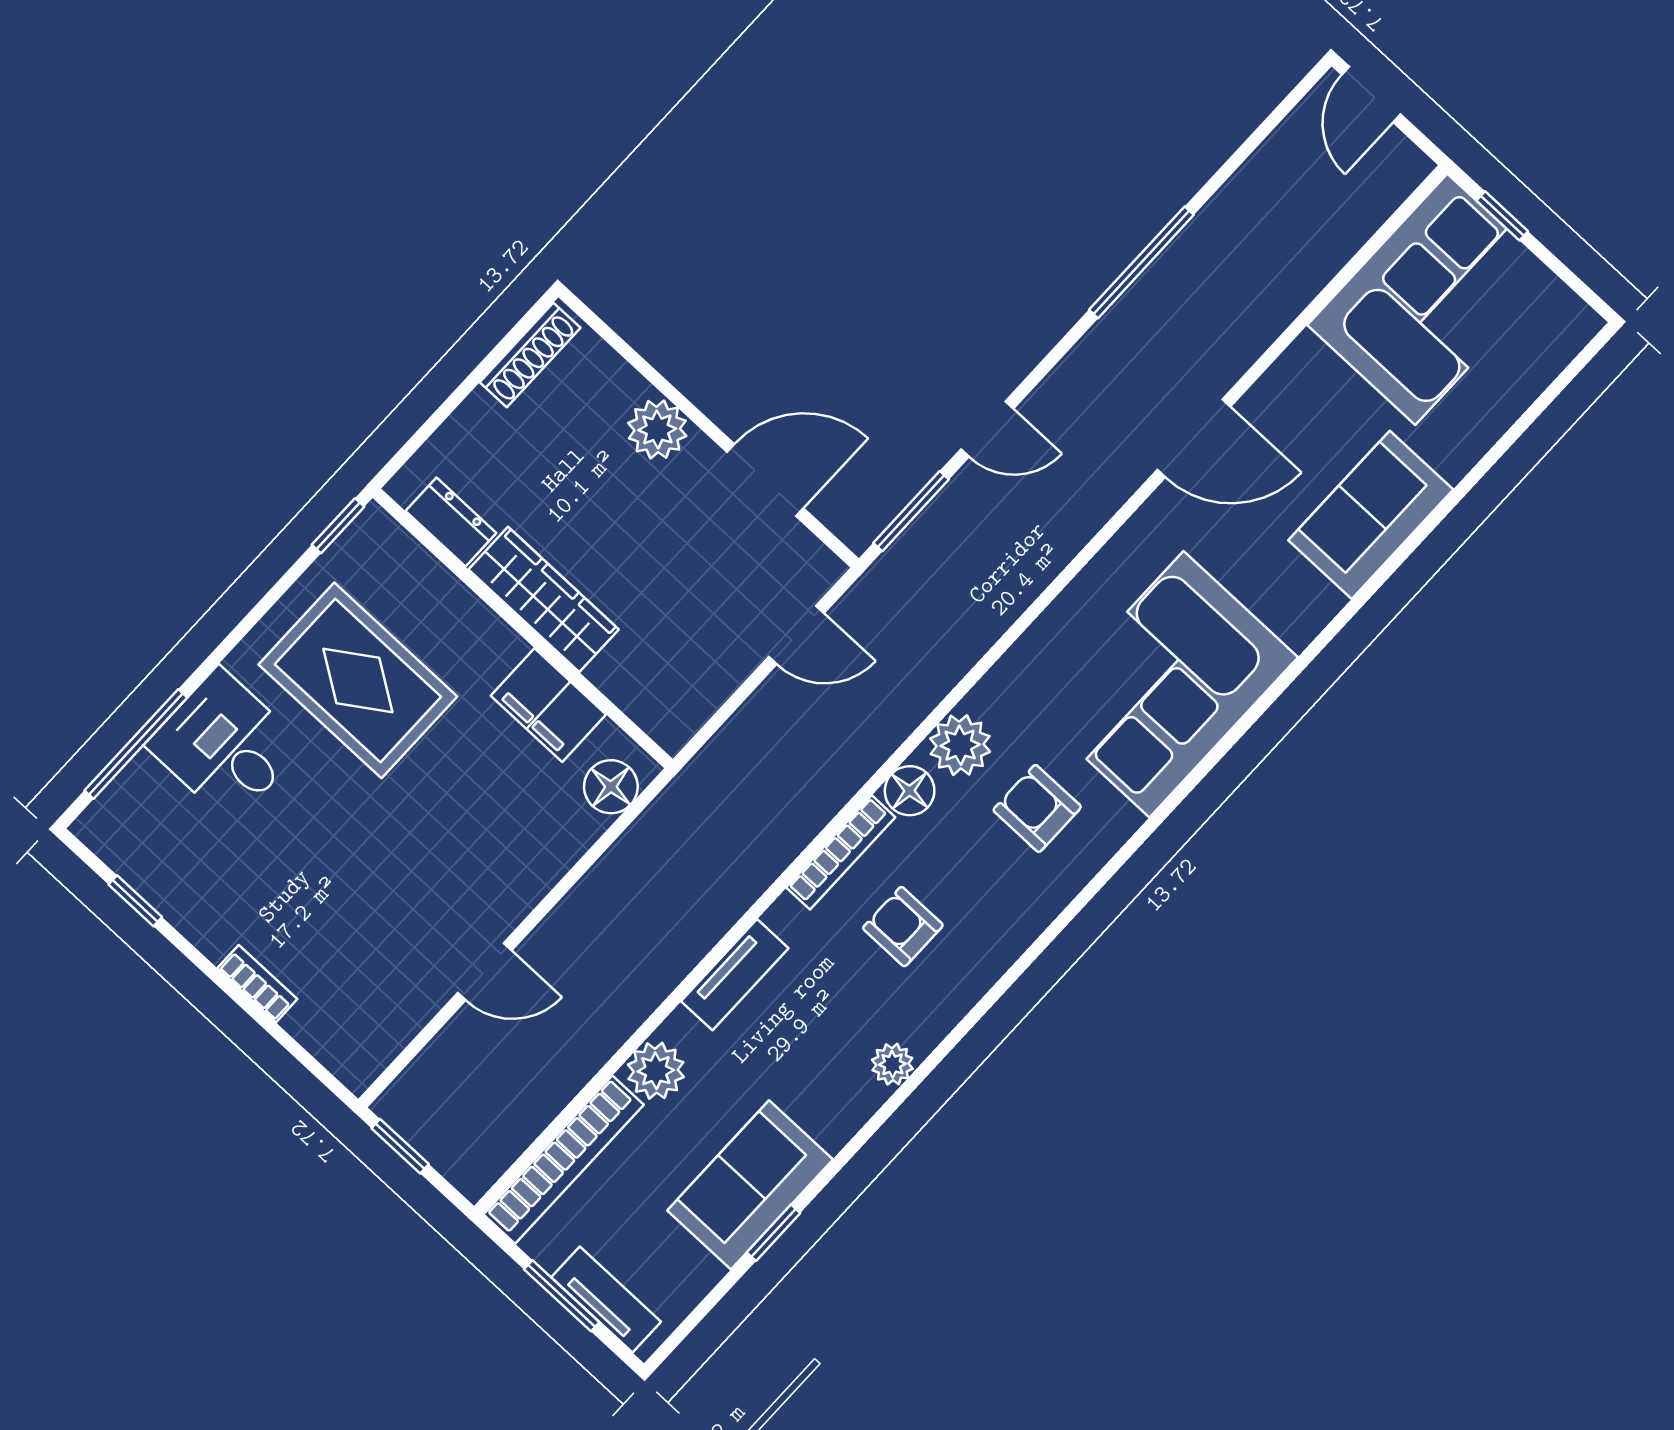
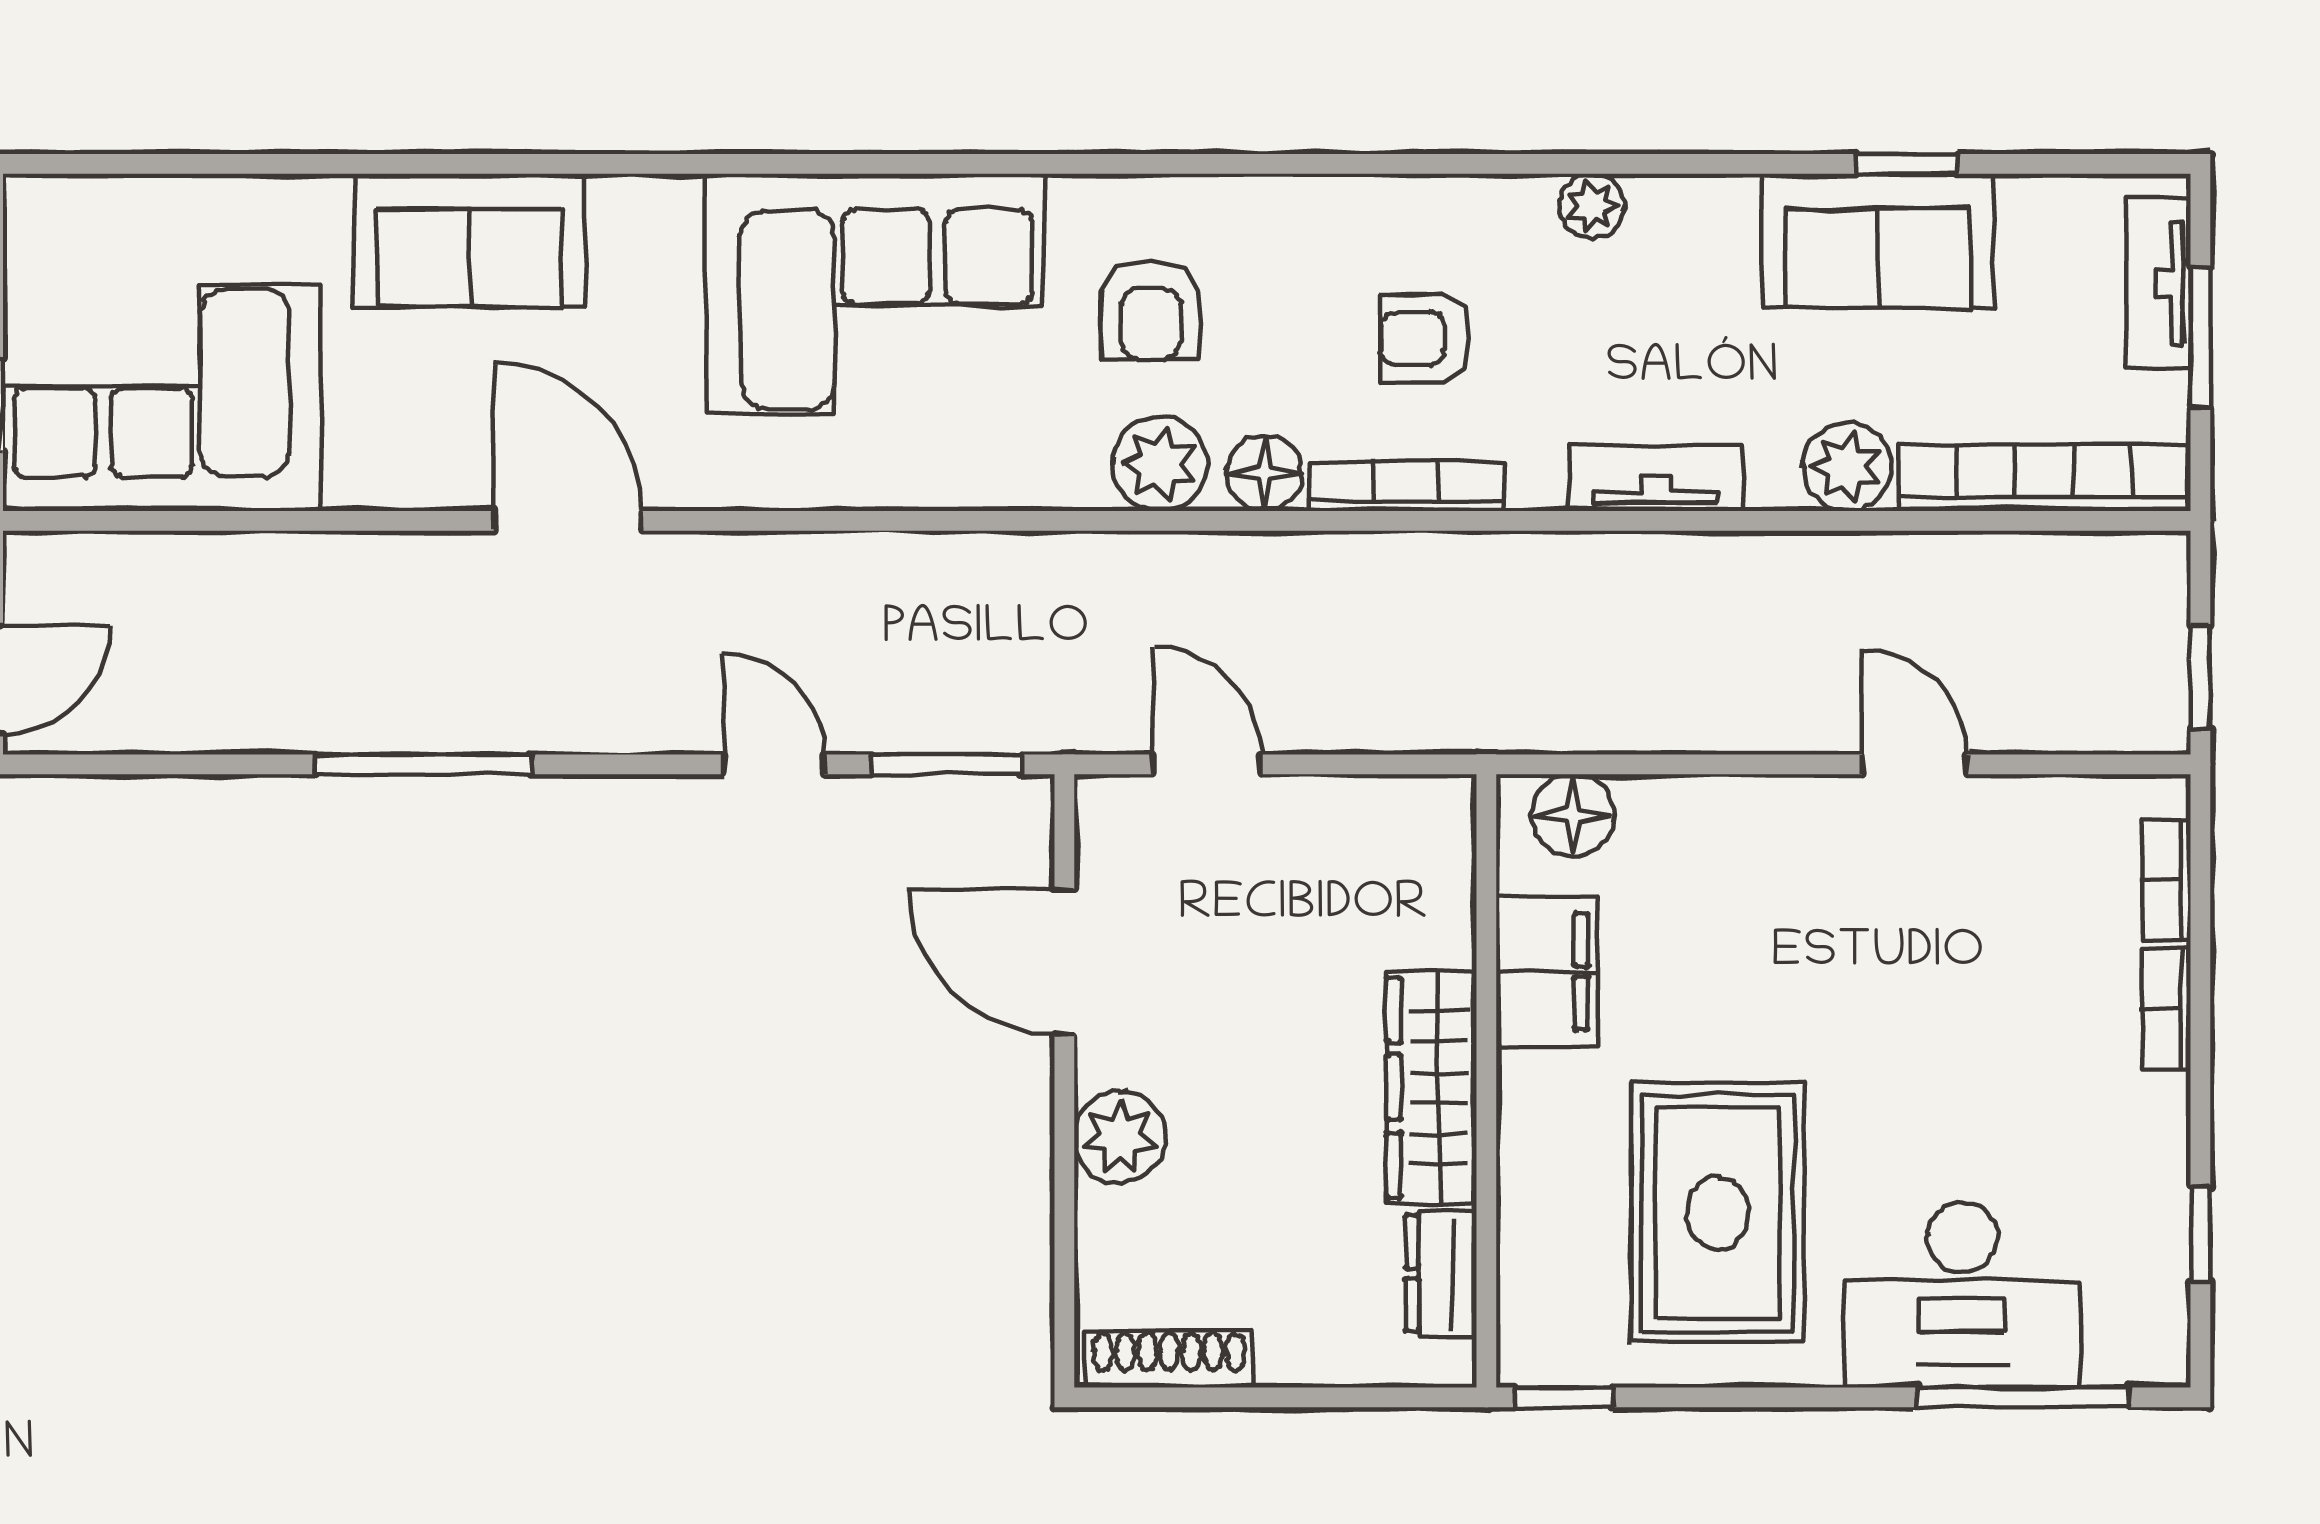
desk: (225, 745) -> (1962, 1295), width x1.37
armchair: (903, 927) -> (1425, 338), turned 90
bookcase: (318, 1040) -> (2166, 880), added

